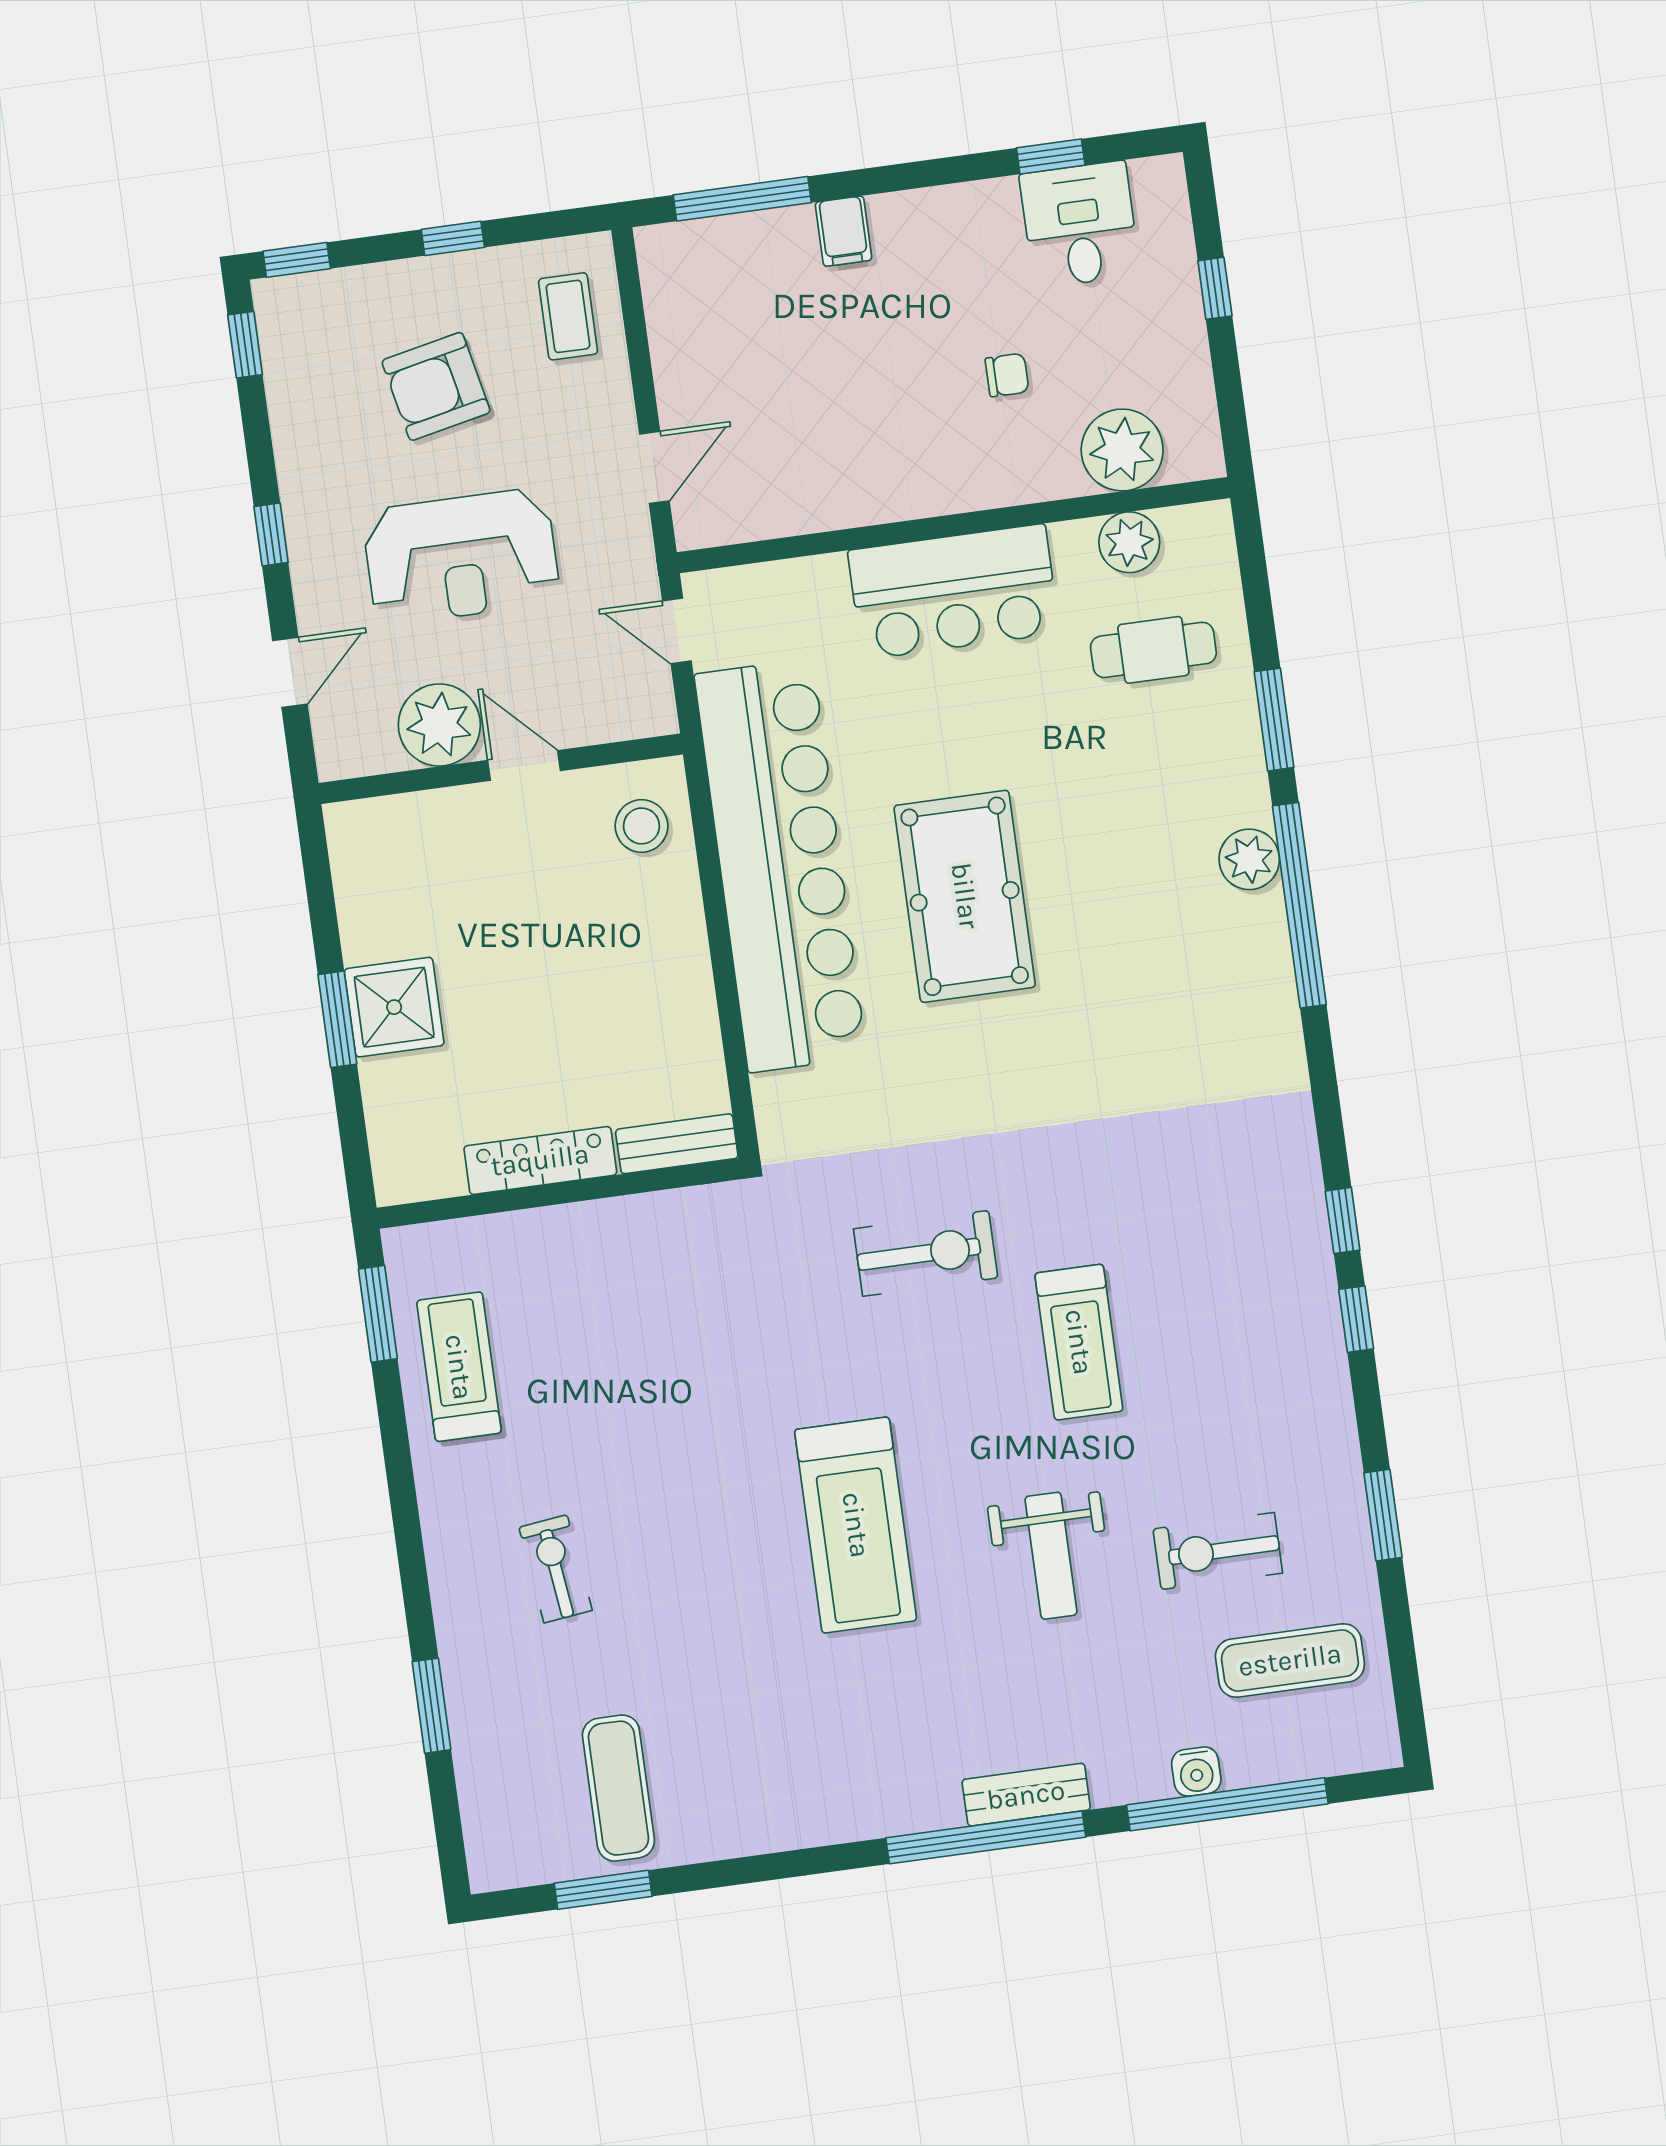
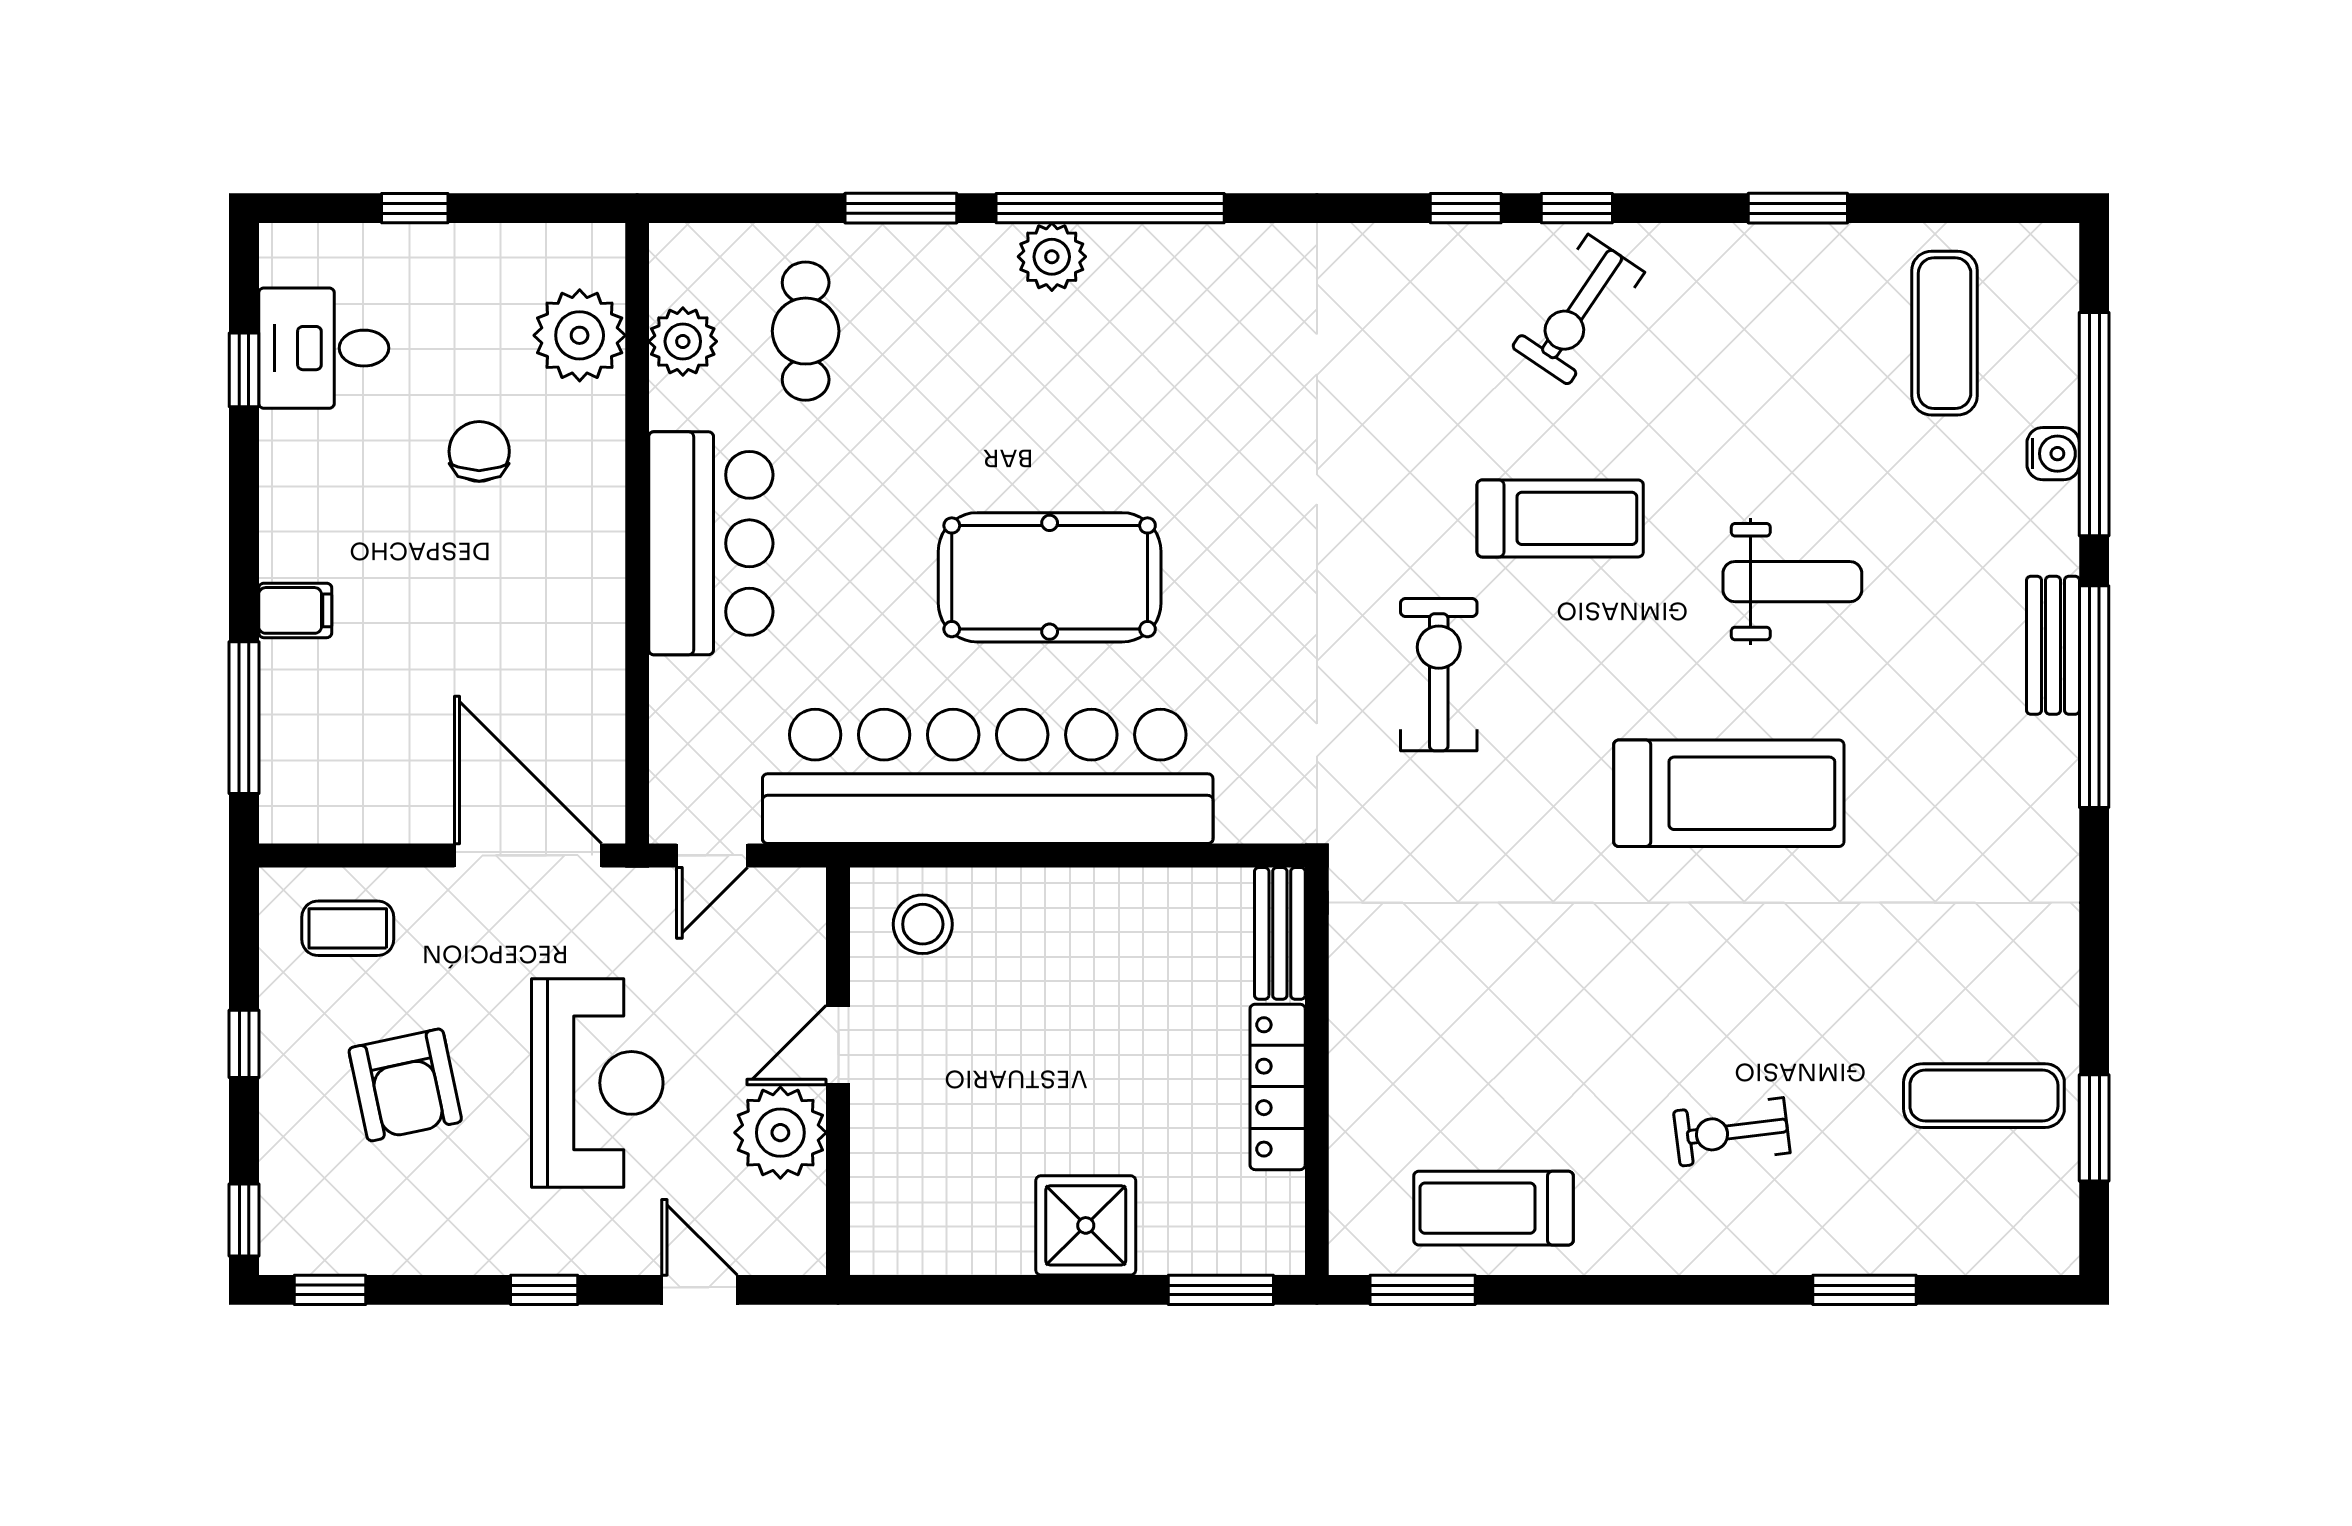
chair: (1007, 375) -> (479, 451), width x1.37, depth x1.37
door: (654, 467) -> (528, 855), width x1.88
window: (337, 1019) -> (1221, 1290), moved
exercise bike: (1218, 1551) -> (1578, 310), moved, turned 34

